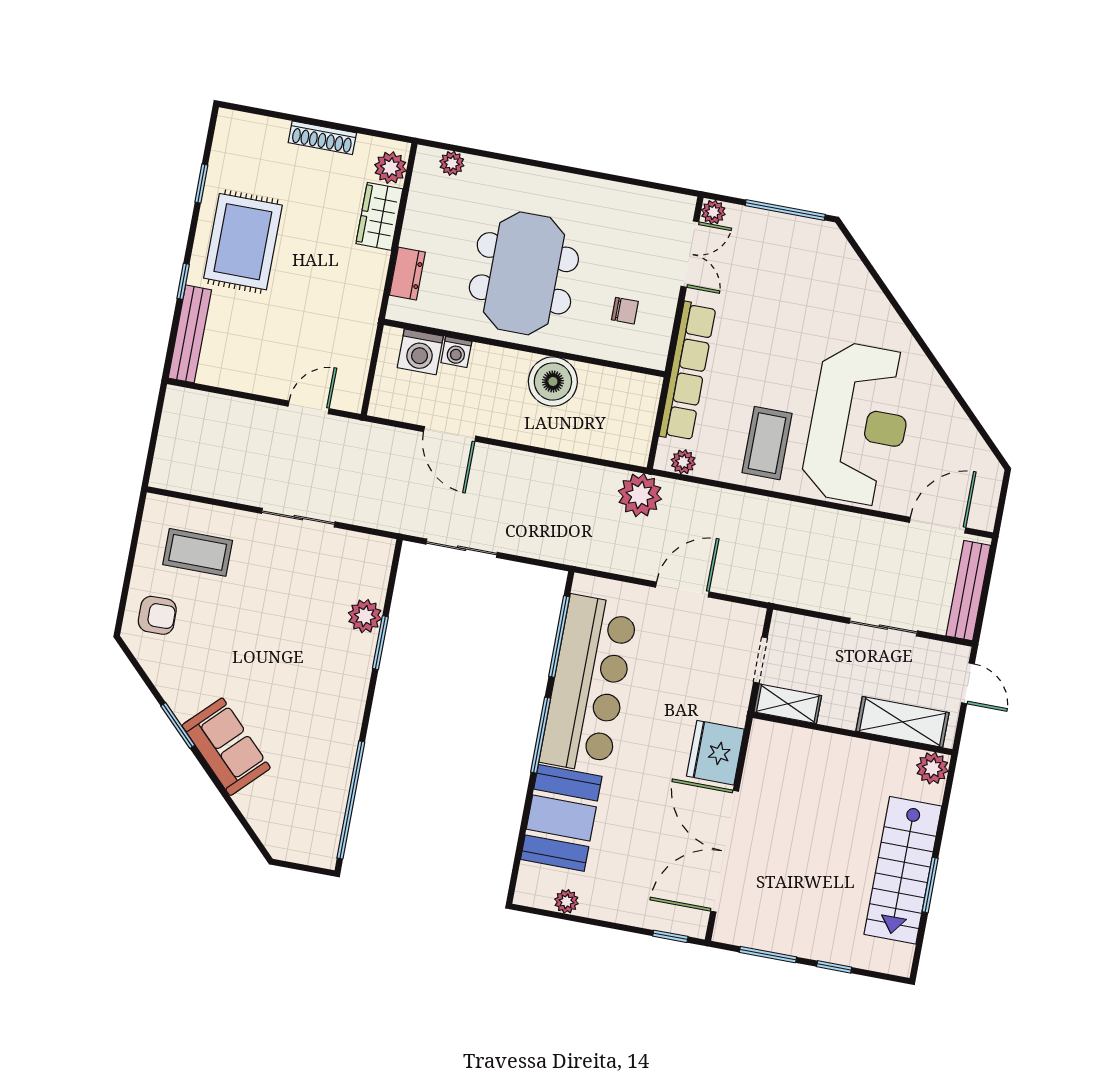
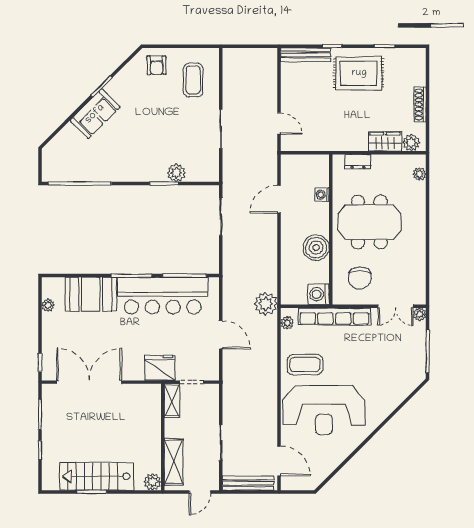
chair: (625, 311) -> (360, 278), width x1.87, depth x1.87
washing machine: (420, 352) -> (319, 294), moved
fridge: (715, 753) -> (160, 368), moved

